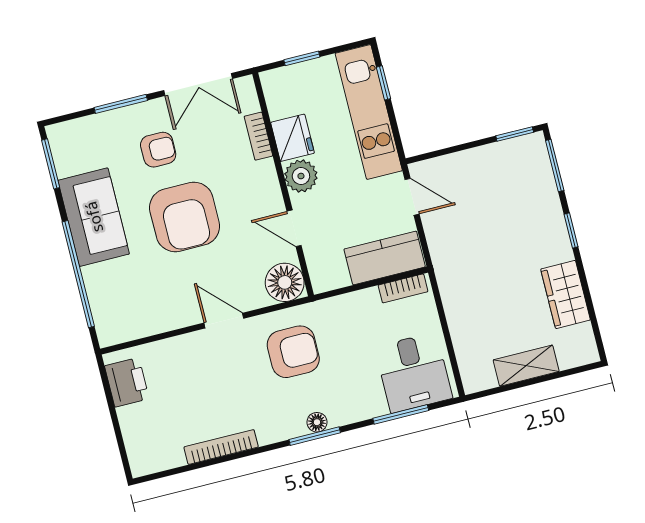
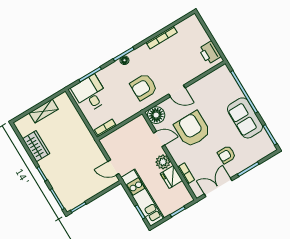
armchair: (185, 217) -> (192, 129), moved
kitchen counter: (385, 258) -> (117, 138), removed

